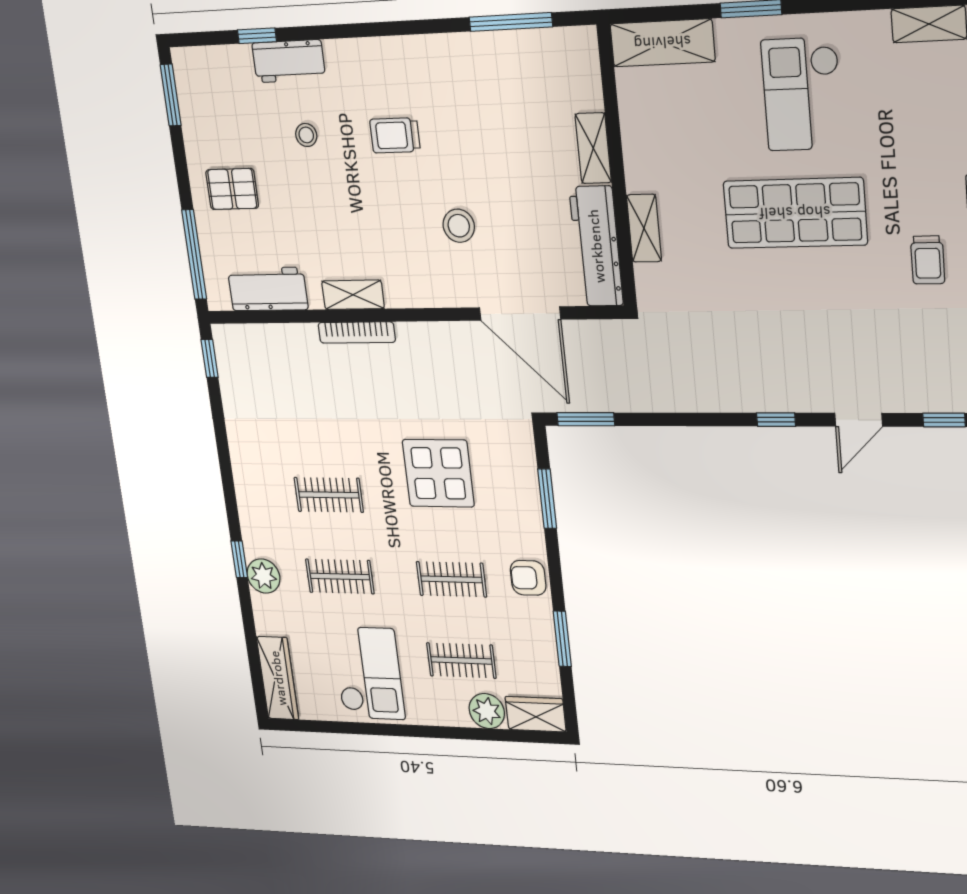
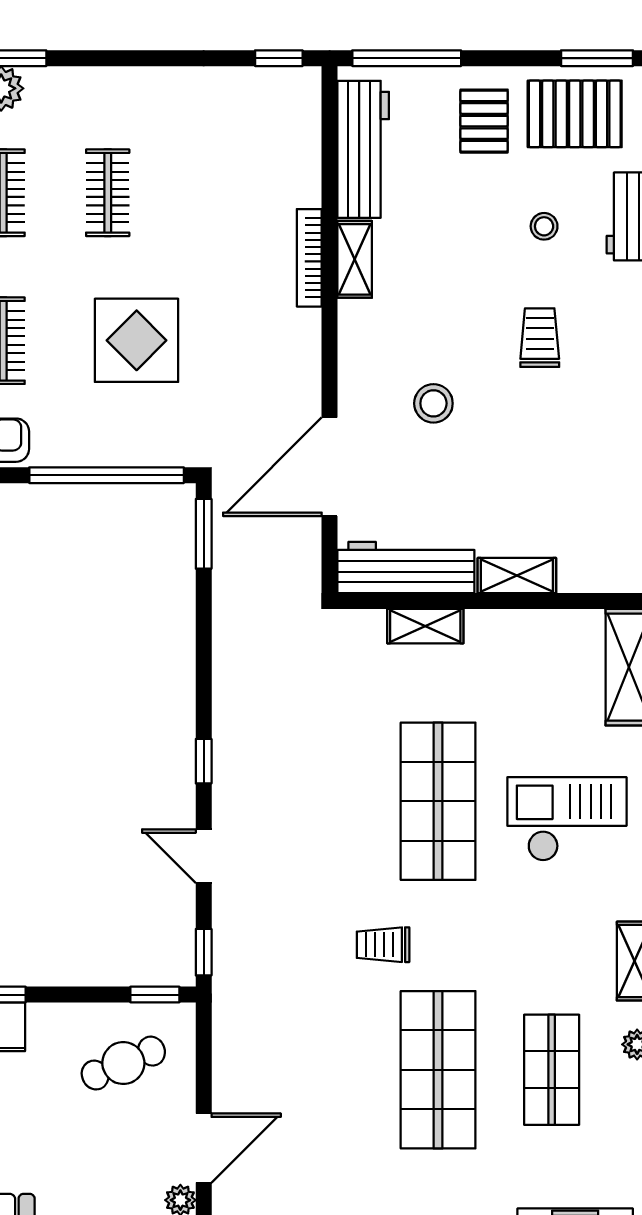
pallet: (216, 112) -> (575, 114), added
workbench: (268, 289) -> (363, 149), width x1.38
window: (547, 499) -> (107, 475), width x2.11

